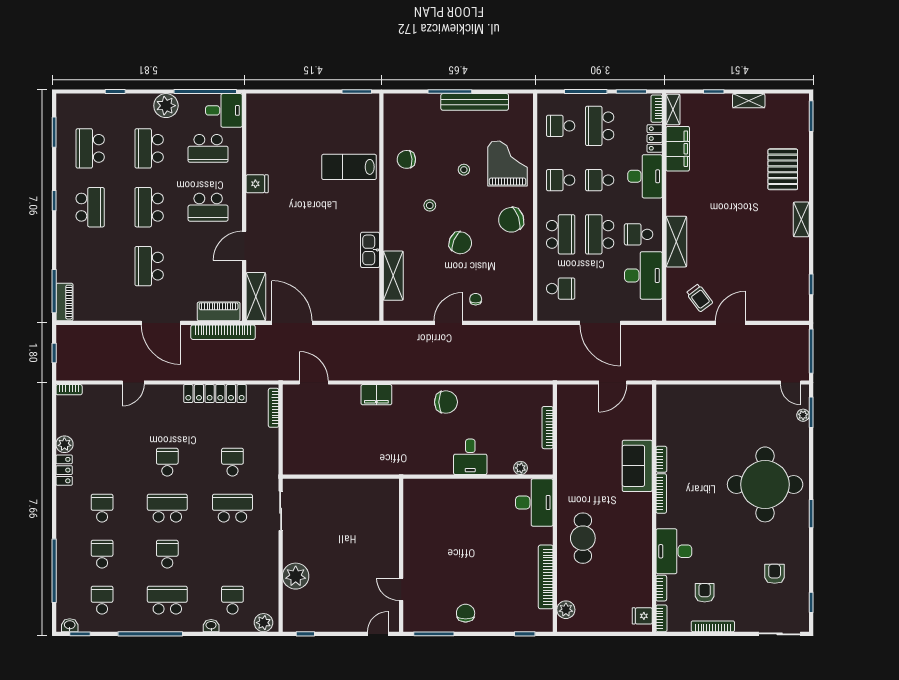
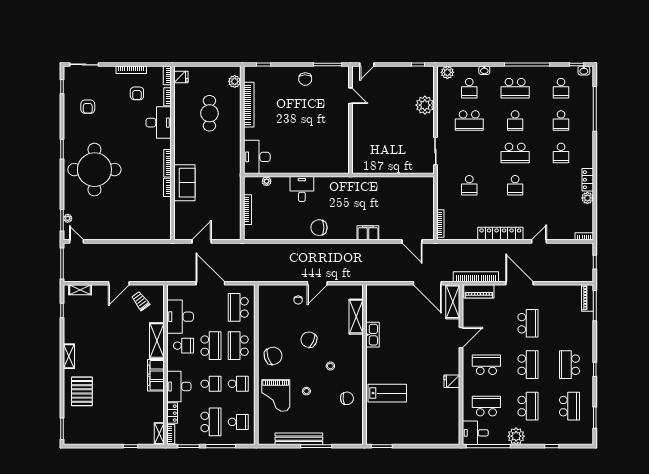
shelving: (749, 101) -> (80, 290), moved
filing cabinet: (678, 149) -> (156, 375), moved
school desk: (561, 289) -> (238, 307), width x1.85
locker: (215, 394) -> (500, 234), moved
school desk: (232, 508) -> (469, 121), moved
cafe table: (583, 538) -> (209, 113), moved

